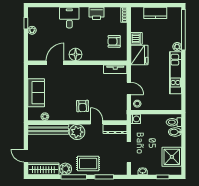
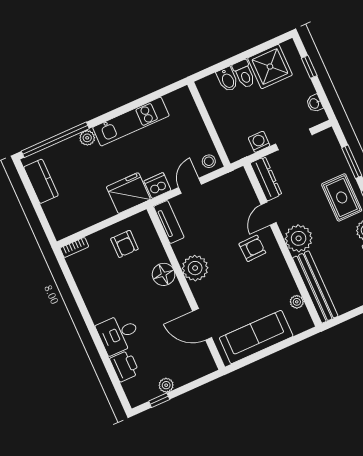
printer: (97, 13) -> (125, 366), moved
kitchen counter: (155, 13) -> (41, 181), moved
dishwasher: (136, 38) -> (157, 186), moved
floor lamp: (76, 54) -> (164, 274), moved
plant: (86, 72) -> (195, 268), added
sofa: (36, 93) -> (256, 337), width x1.36
washing machine: (136, 119) -> (259, 142), moved
toilet: (174, 122) -> (244, 74), moved

